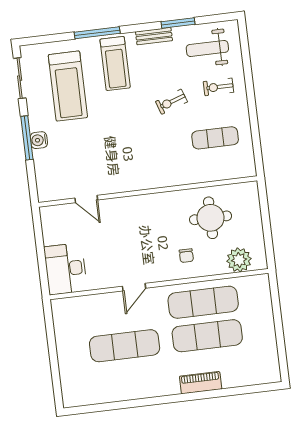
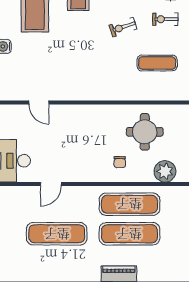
door: (134, 287) -> (51, 184), moved

